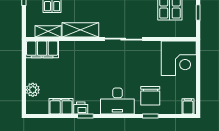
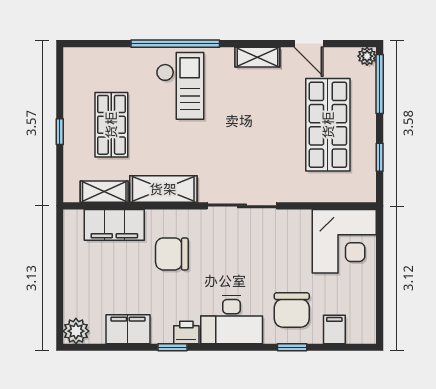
filing cabinet: (42, 49) -> (114, 225), moved
chair: (85, 65) -> (172, 254), added
plant: (33, 90) -> (76, 331), moved
filing cabinet: (188, 106) -> (334, 329), moved
printer: (81, 108) -> (186, 332), moved

